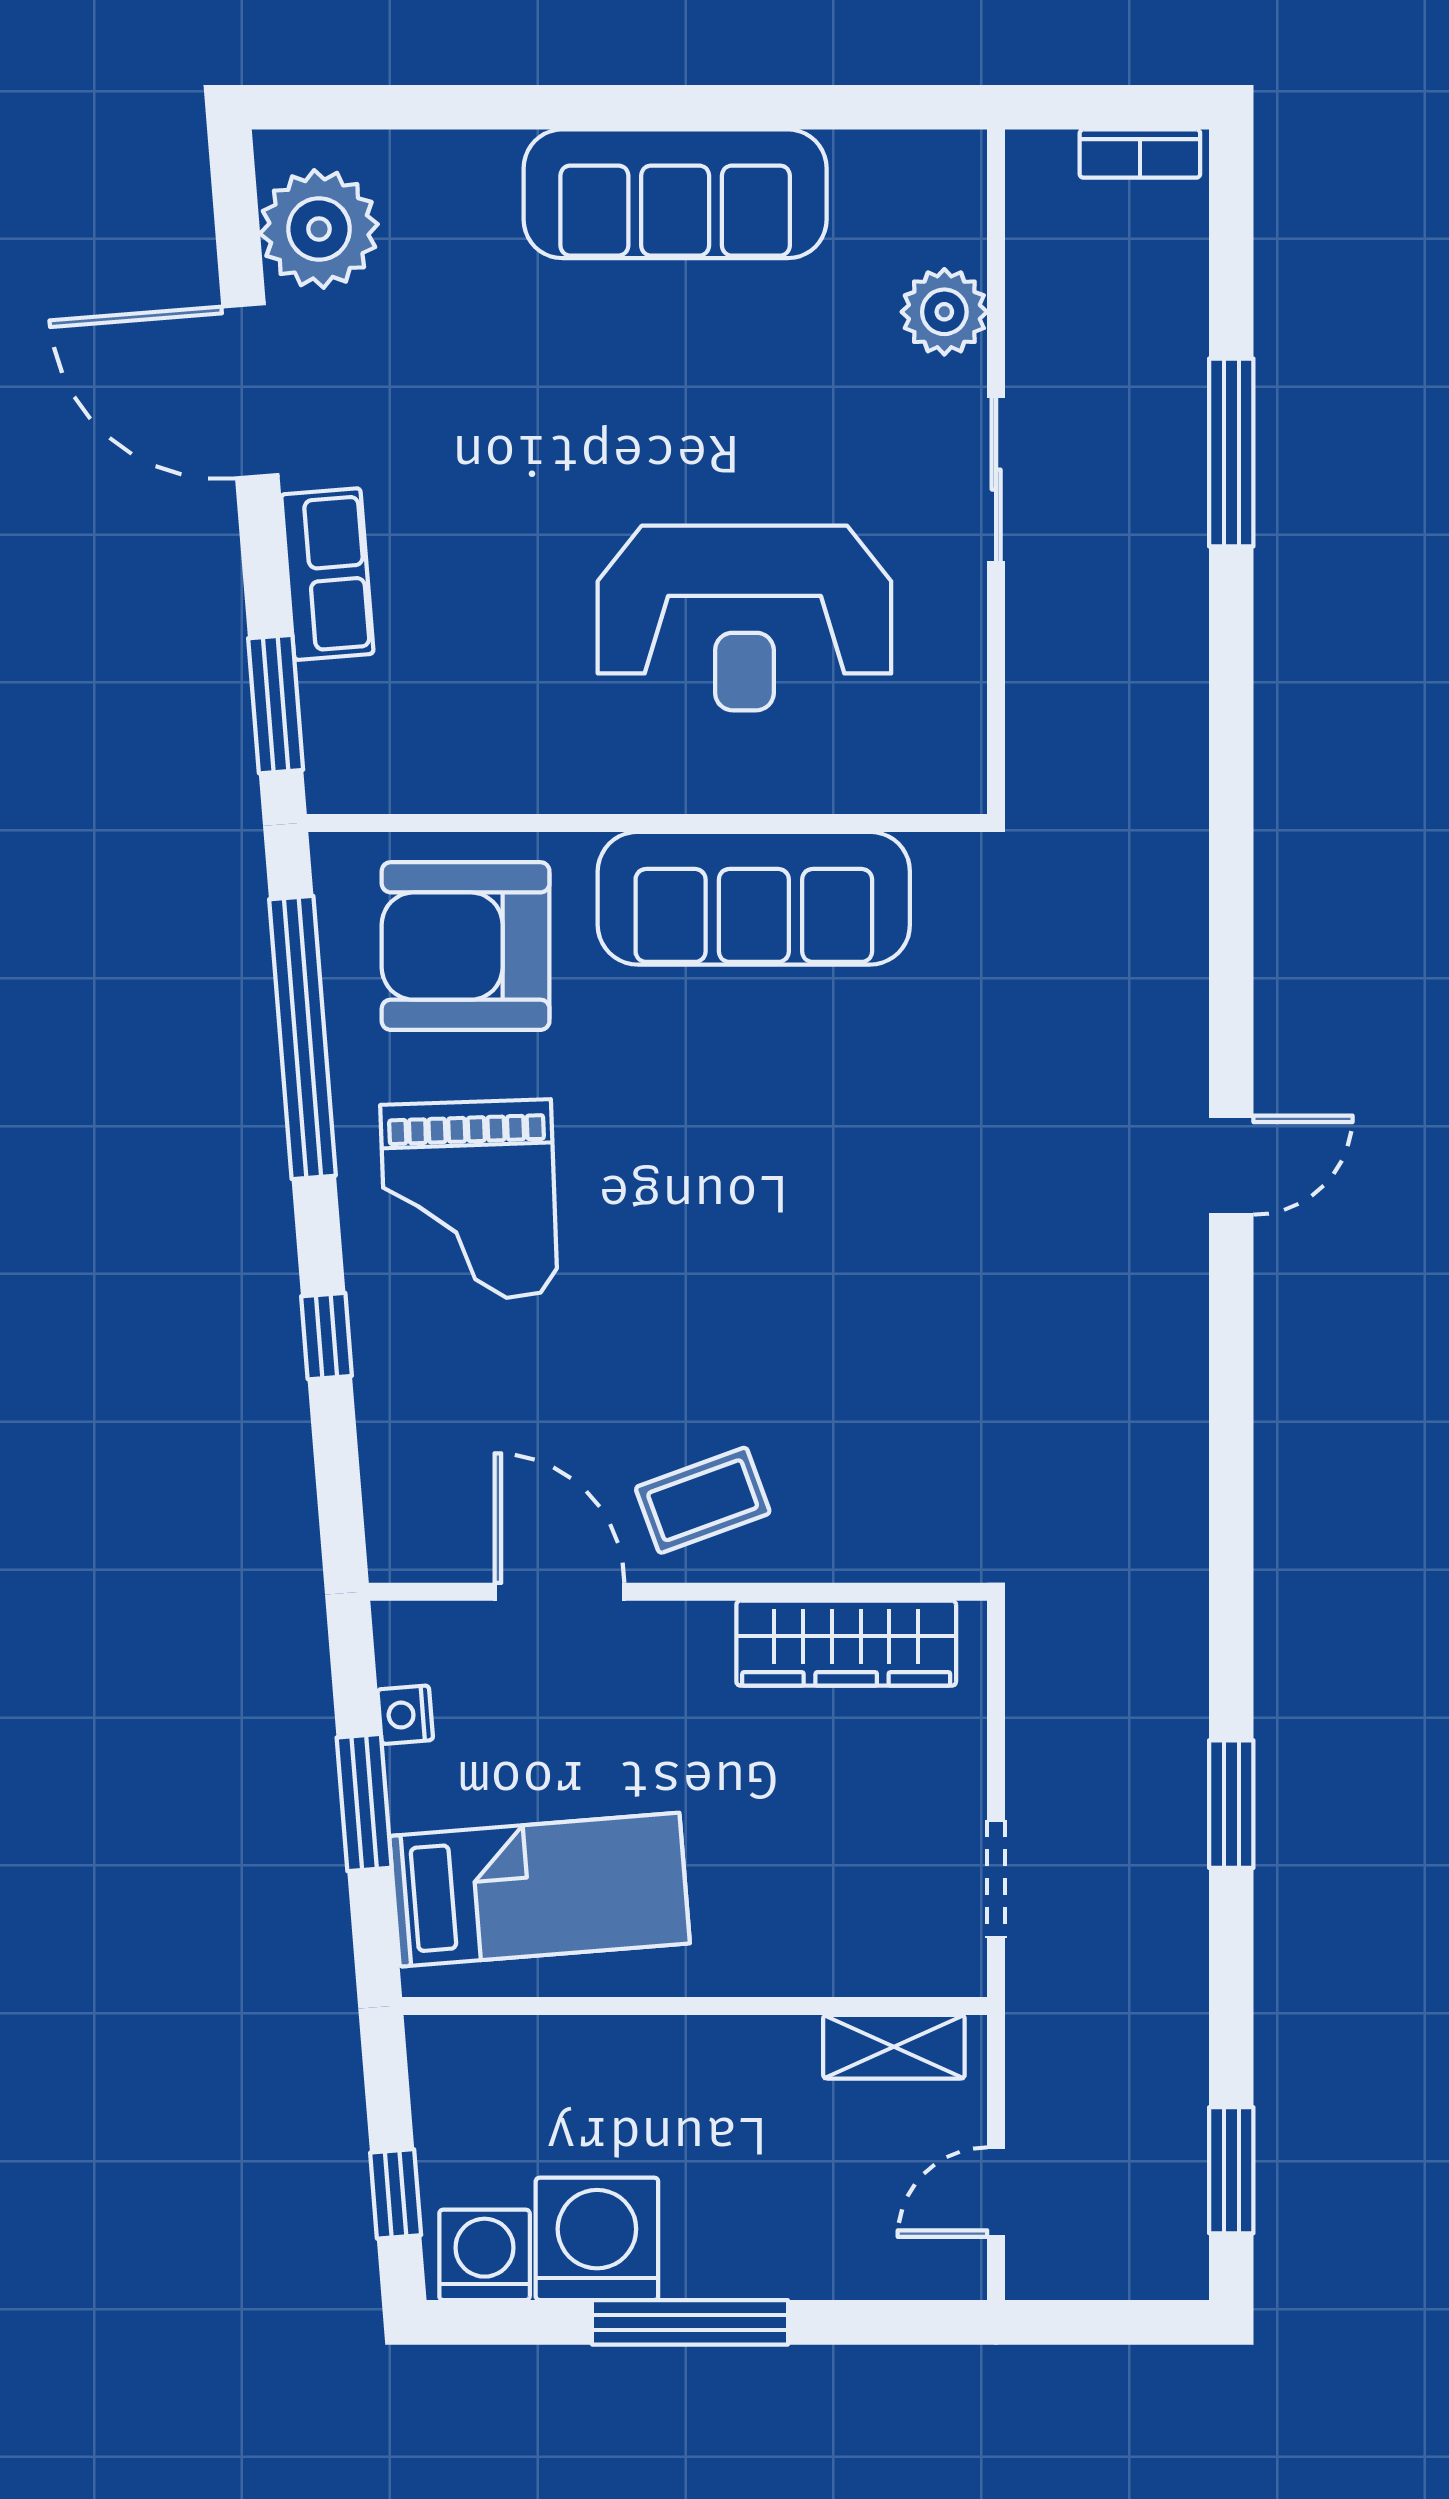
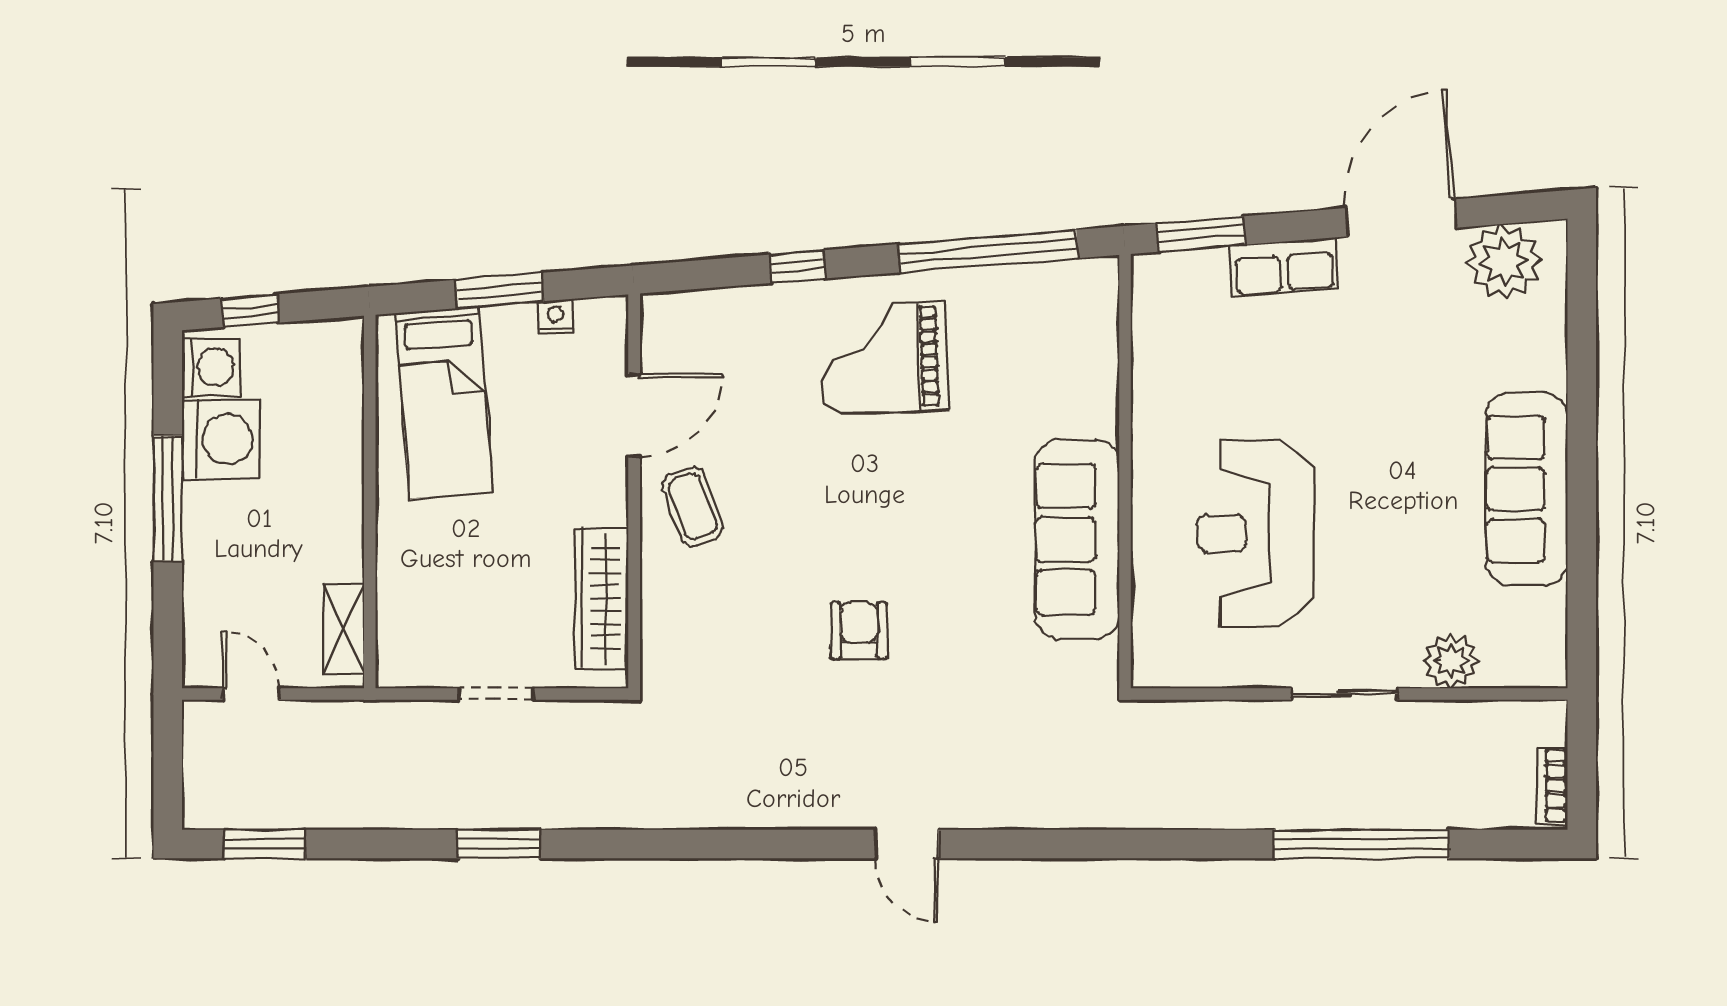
window: (1231, 453) -> (1361, 844), width x1.46
armchair: (466, 946) -> (859, 631), moved, width x0.53, depth x0.53
doorway: (996, 1879) -> (496, 694), moved

